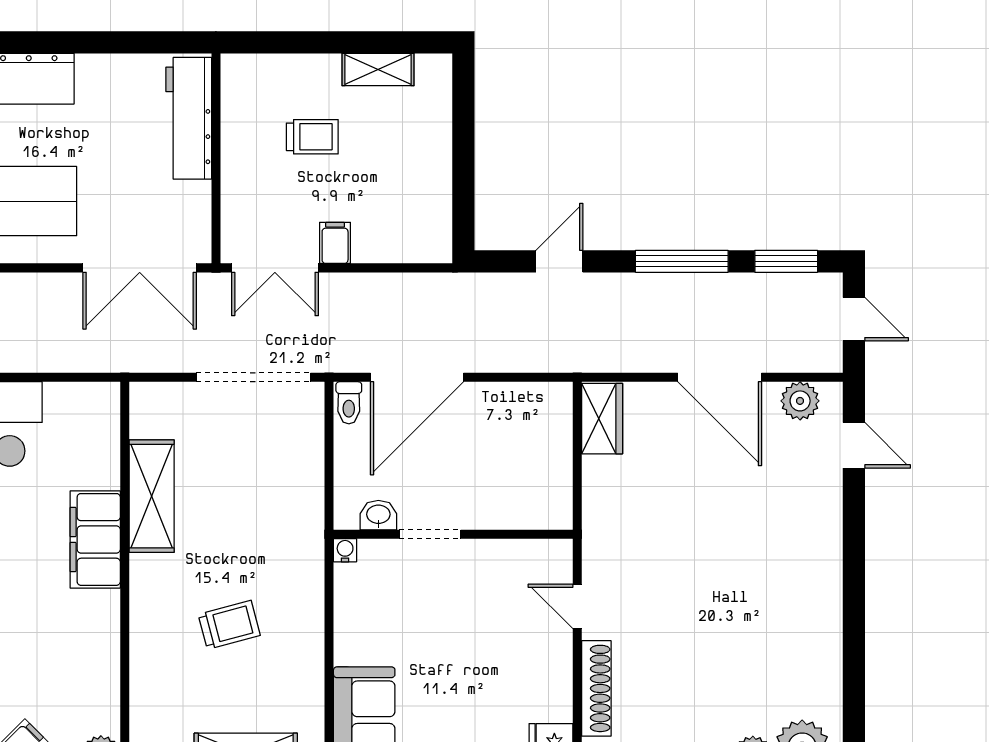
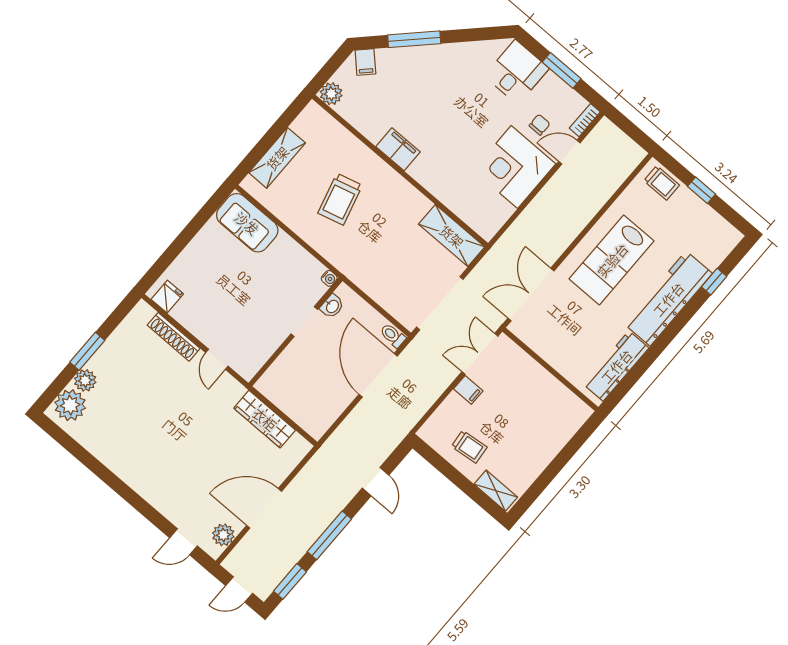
shelving: (378, 69) -> (496, 491), moved, turned 90
workbench: (189, 118) -> (616, 366), moved, turned -90
trolley: (312, 137) -> (469, 447), moved, turned -96
wardrobe: (602, 419) -> (265, 419), moved, width x1.50
shelving: (152, 496) -> (452, 236), moved
filing cabinet: (95, 539) -> (398, 149), moved, width x0.67, depth x0.86
door: (577, 606) -> (217, 359), swing flipped
trolley: (229, 625) -> (340, 199), width x1.36, depth x1.39

